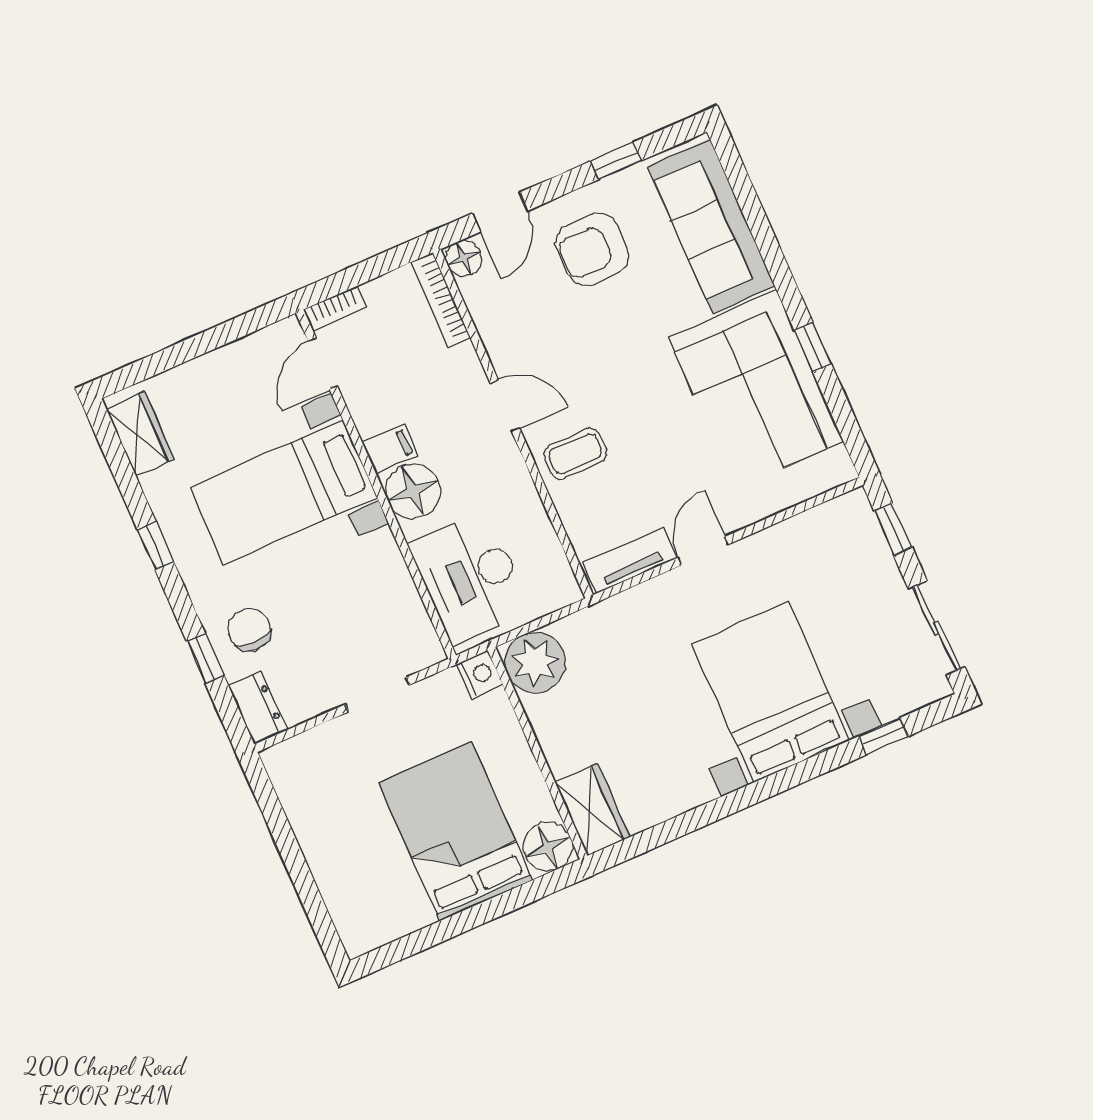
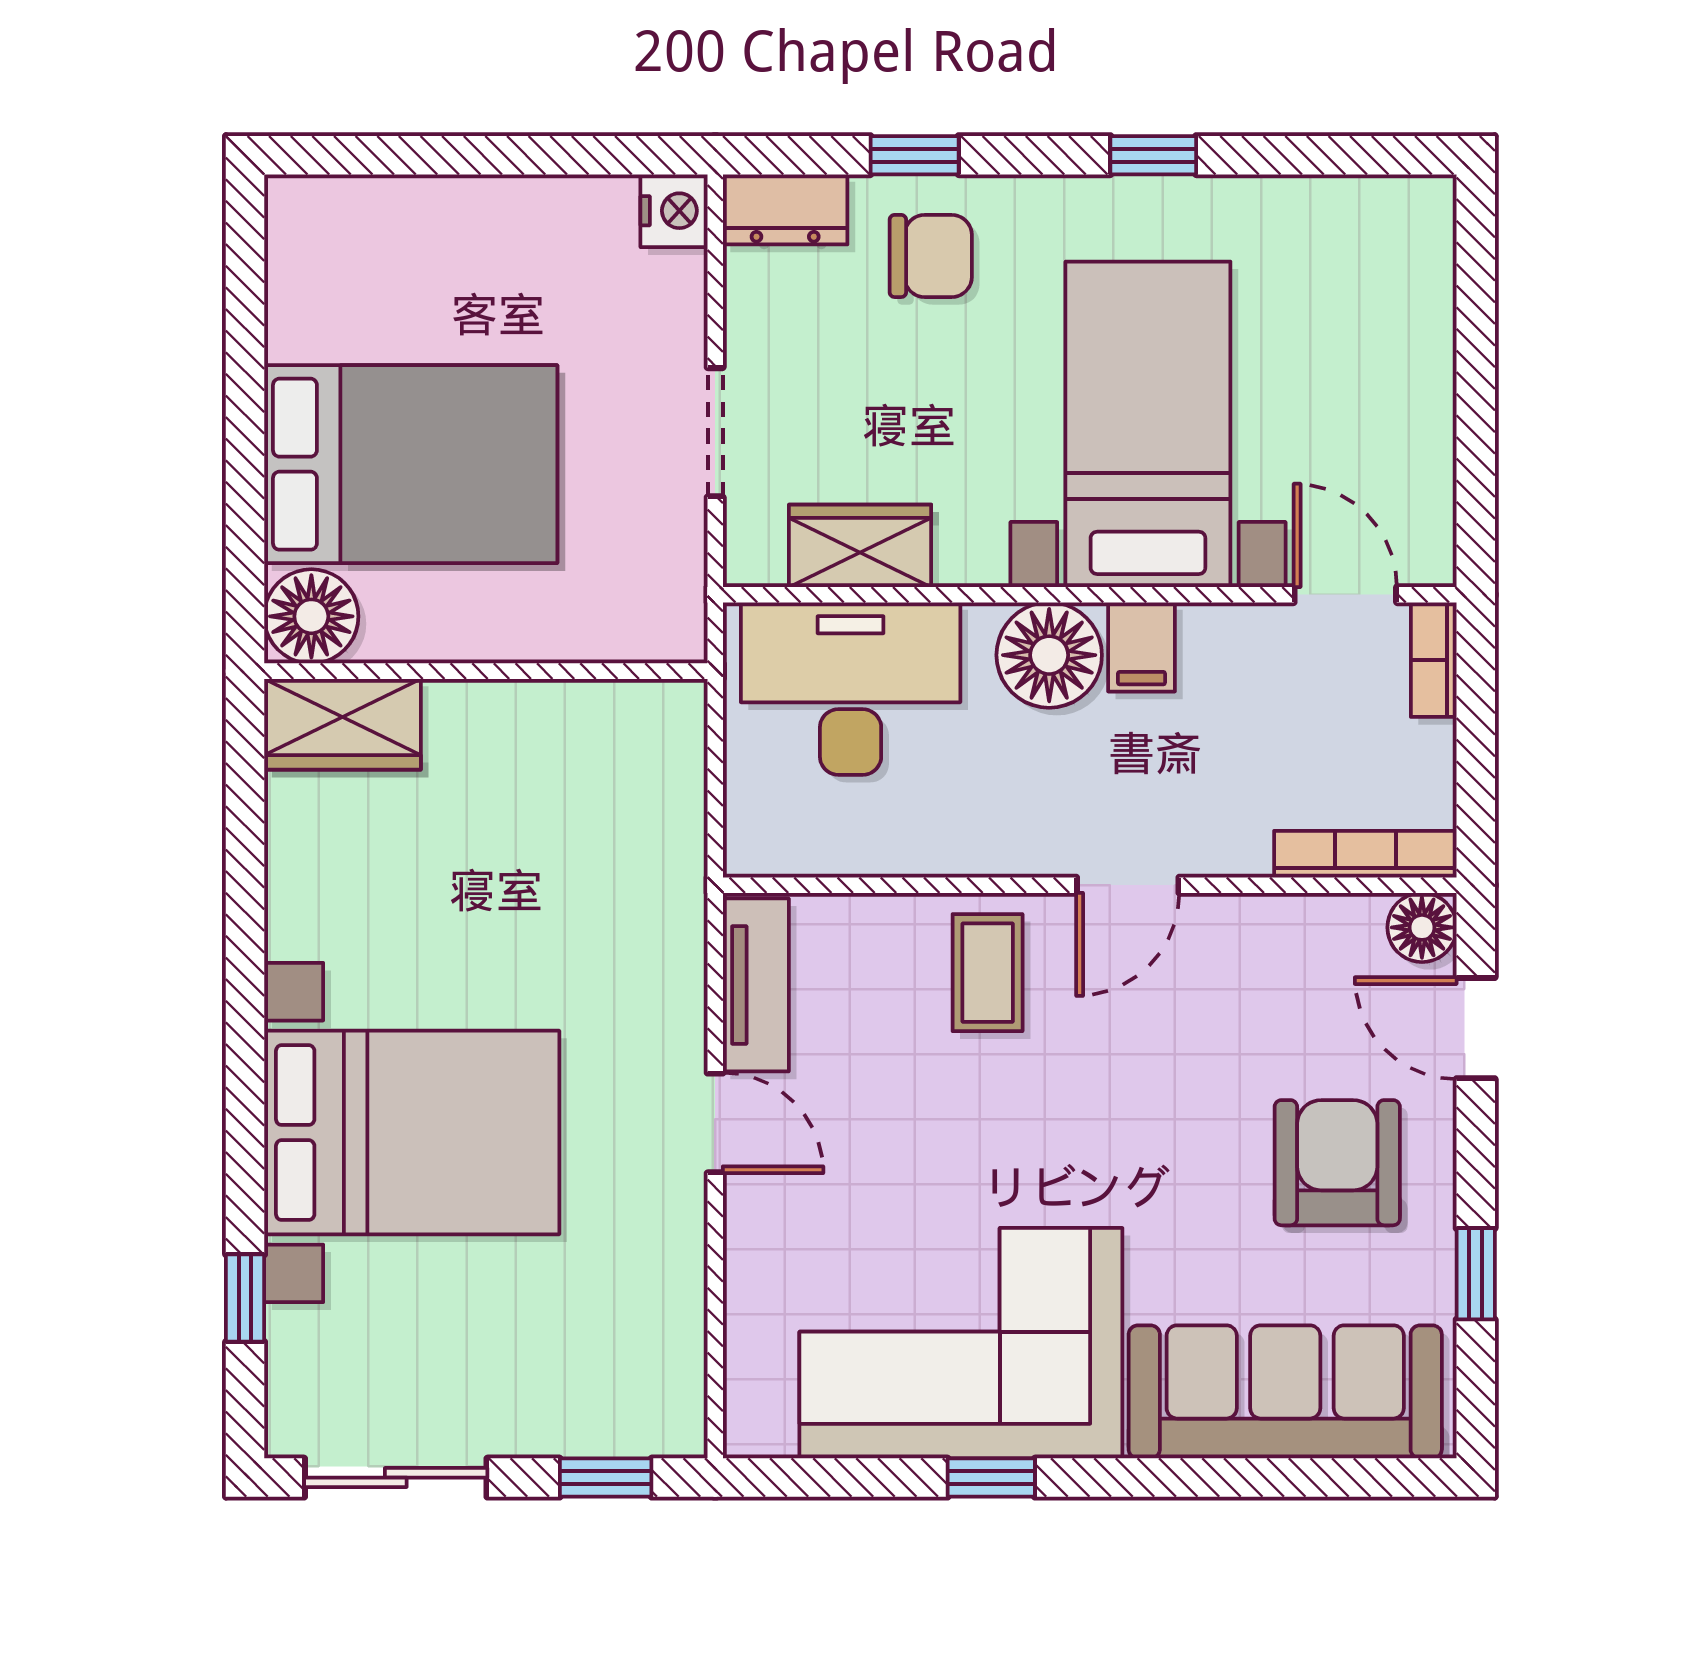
wardrobe: (140, 434) -> (860, 546), moved, turned 180
plant: (535, 662) -> (649, 738), removed
nightstand: (480, 674) -> (674, 211), moved, turned -90

